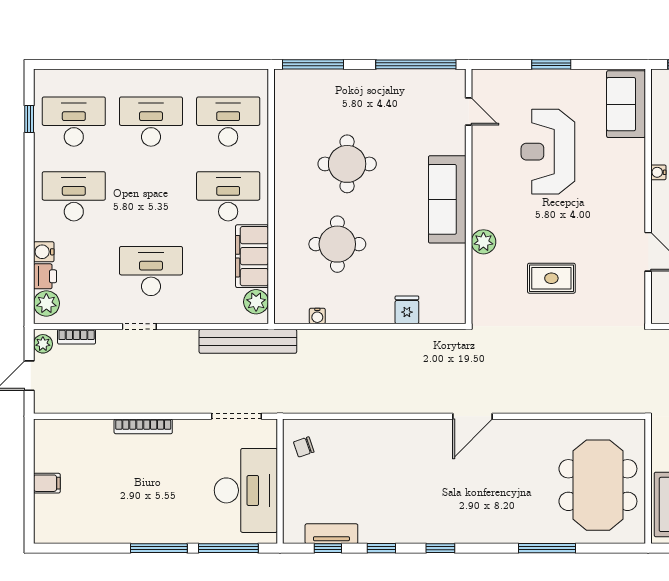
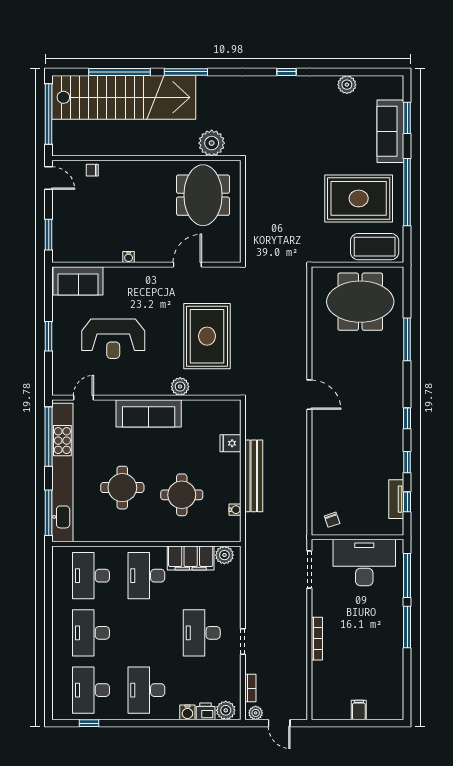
kitchen unit: (367, 83) -> (62, 472), added
rug: (551, 278) -> (207, 336), width x1.86, depth x2.06
bench: (248, 341) -> (254, 476), moved

